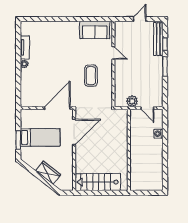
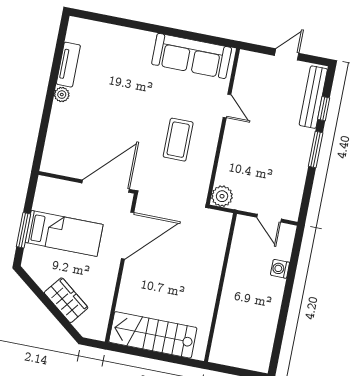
sofa: (95, 30) -> (192, 56), width x1.36
plant: (132, 101) -> (222, 196), moved

